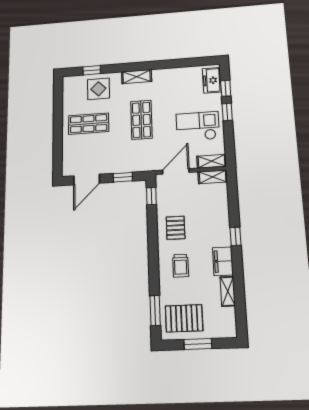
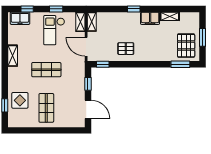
shelving: (137, 77) -> (13, 56), moved
window: (227, 112) -> (56, 9), moved
trolley: (181, 266) -> (152, 46), removed

